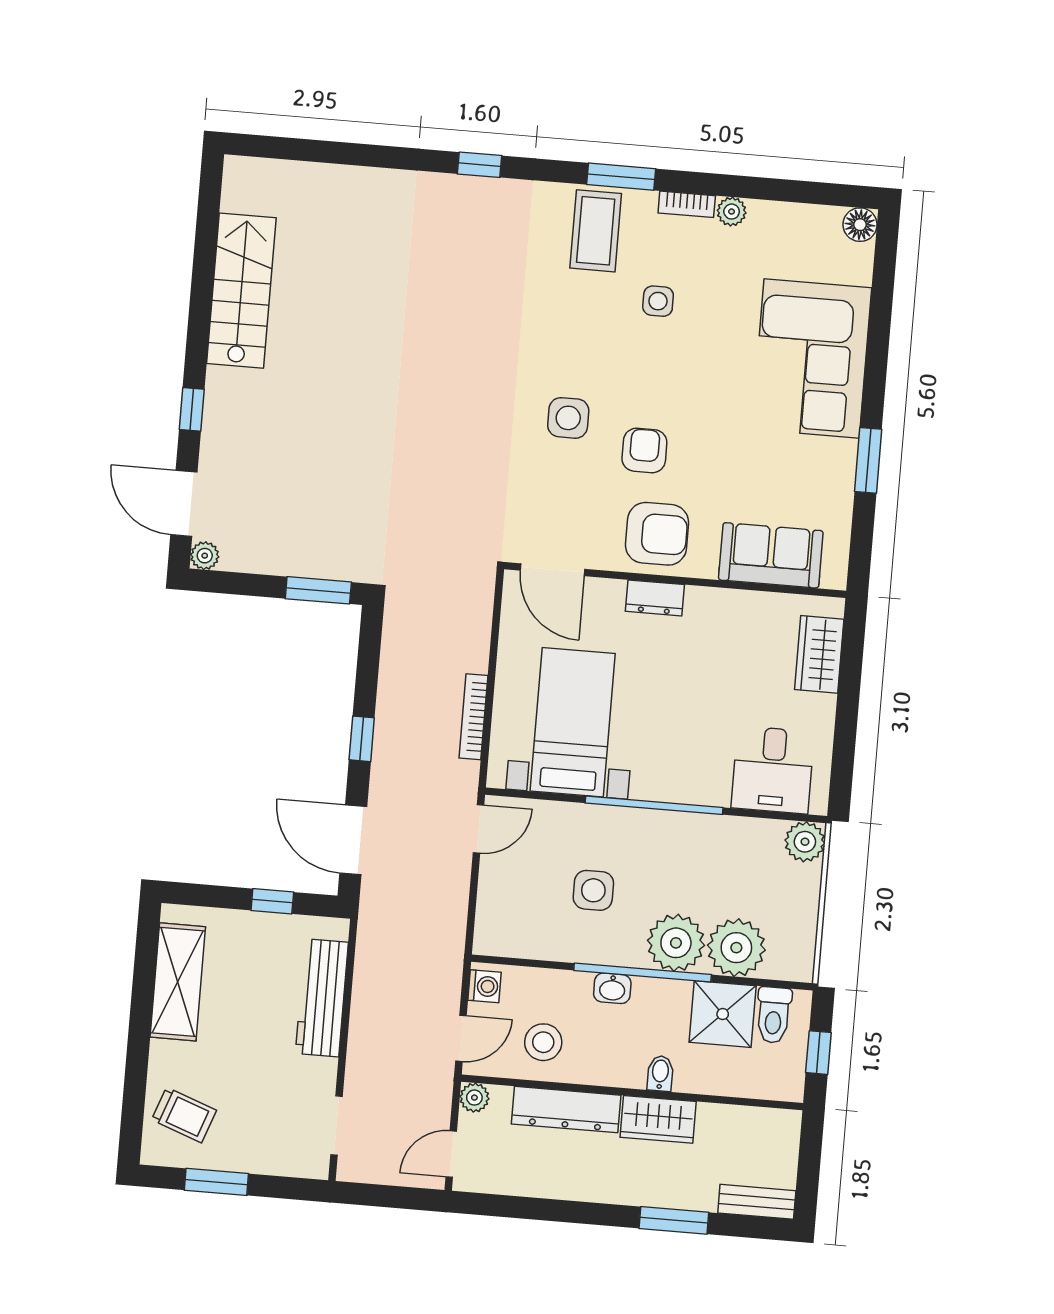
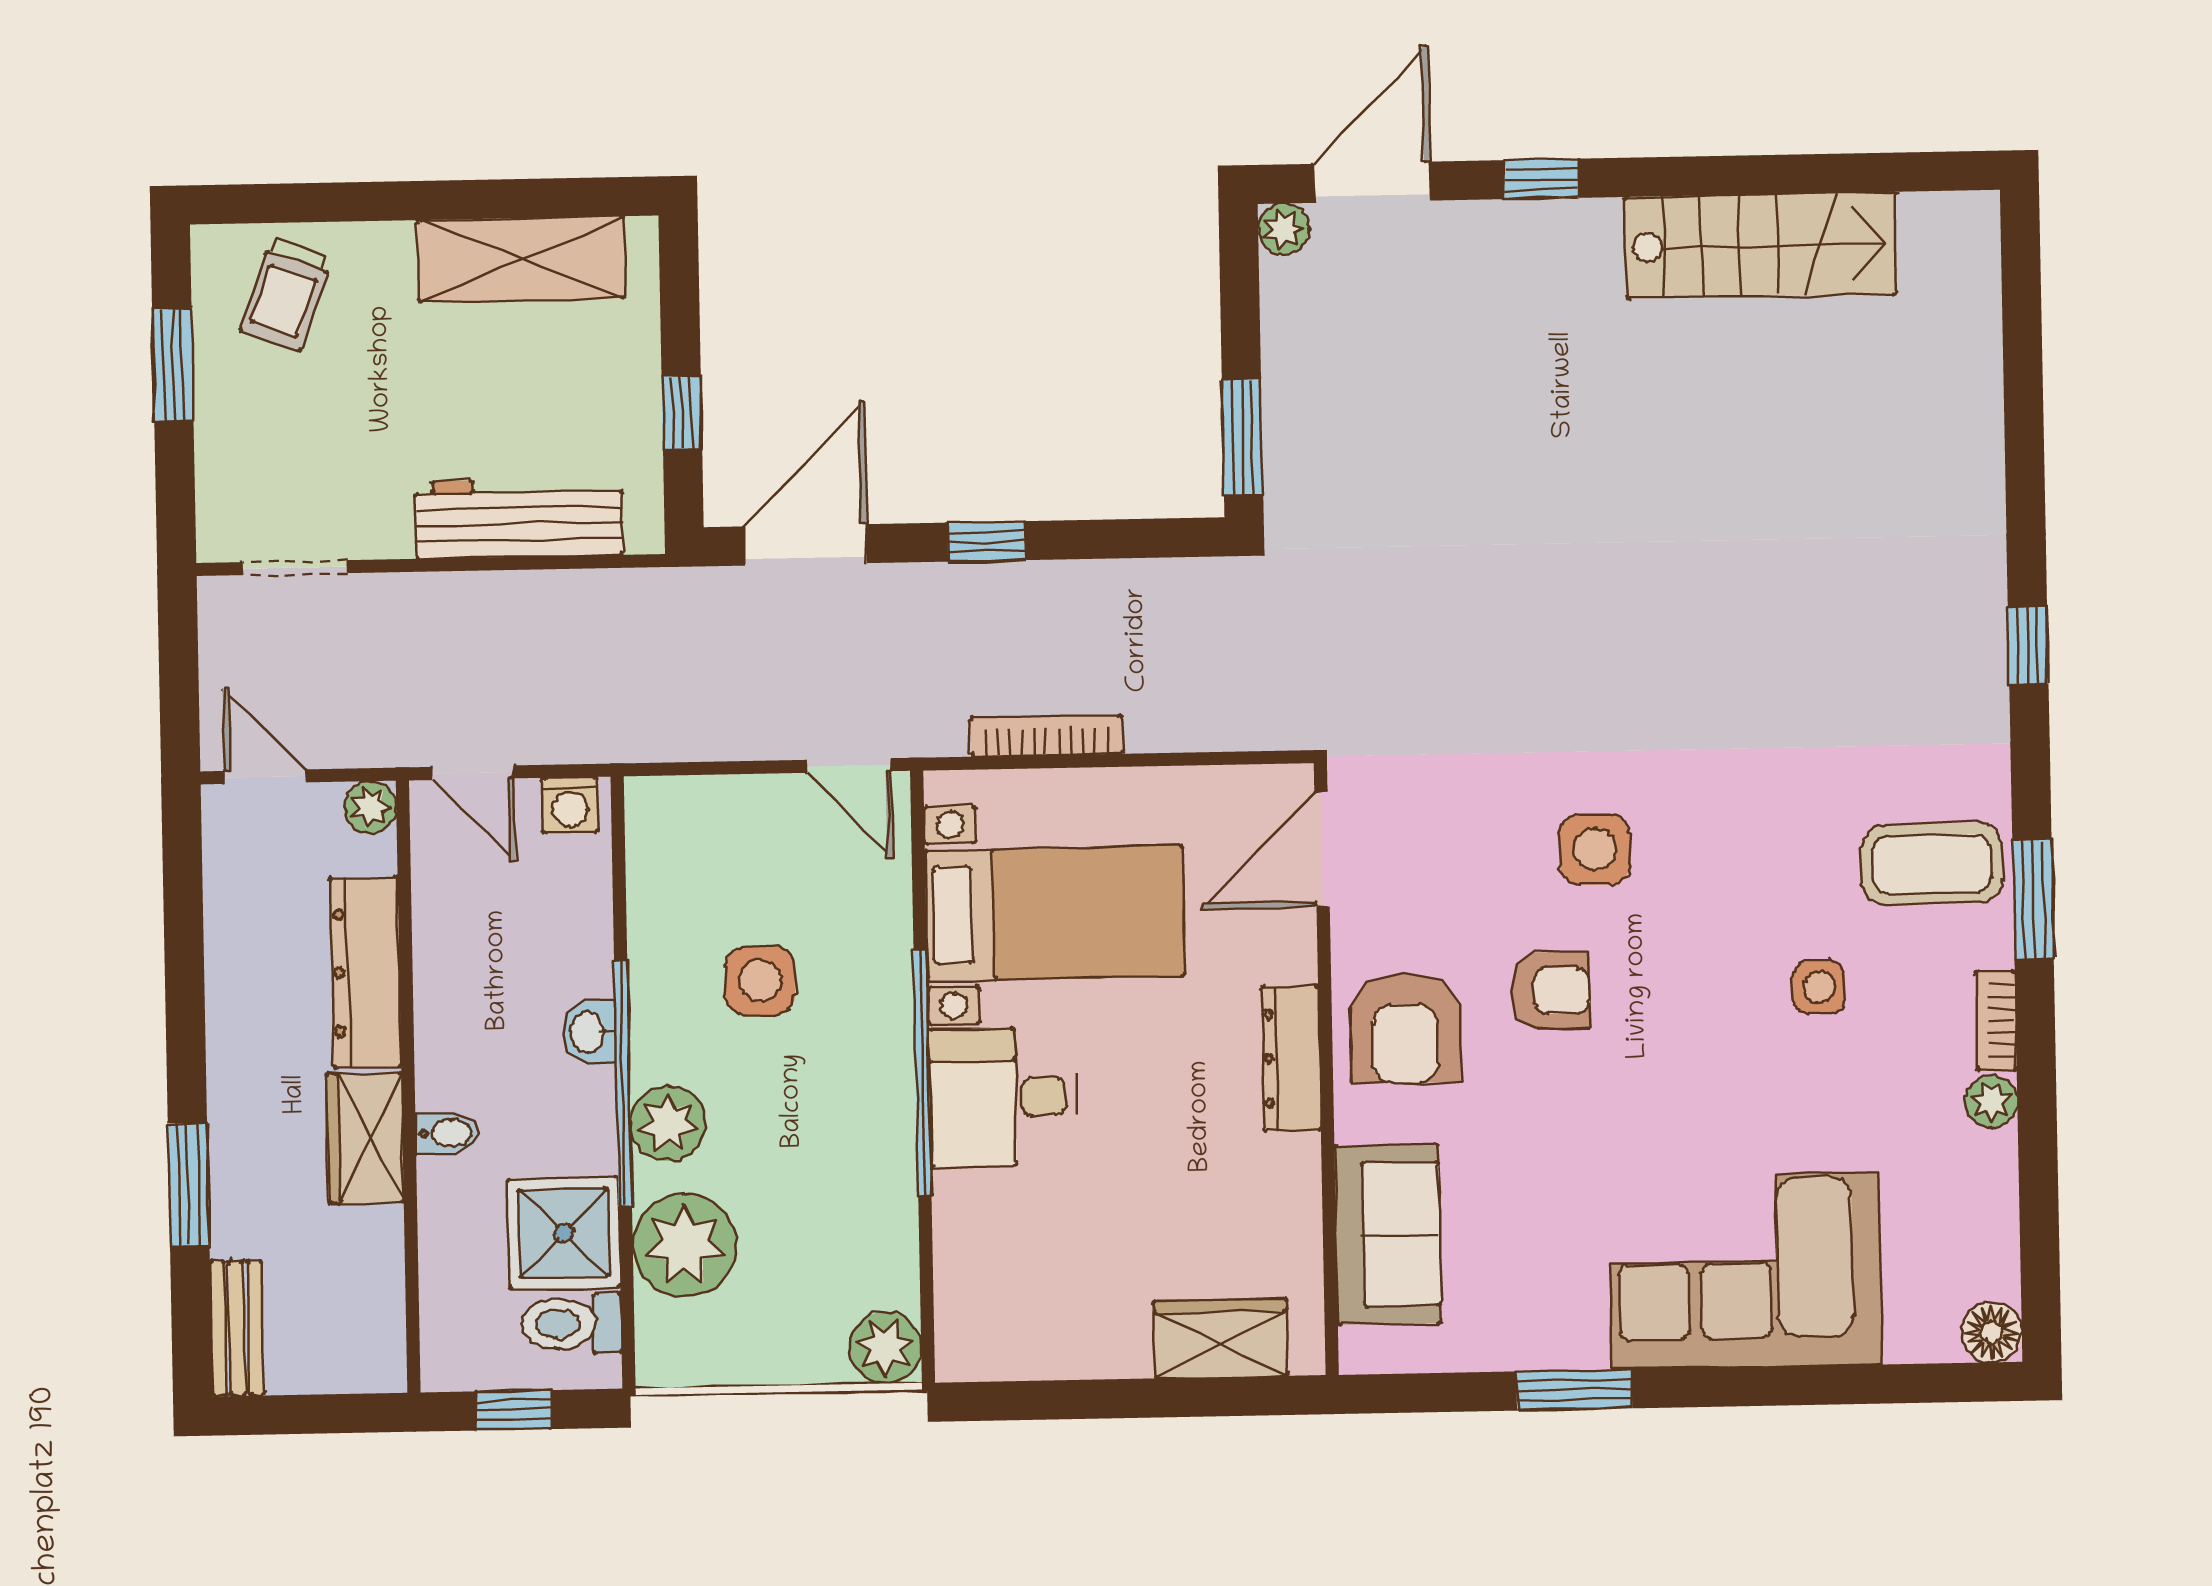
dresser: (655, 598) -> (1291, 1058), width x1.44
desk: (773, 770) -> (1004, 1097), moved
plant: (676, 943) -> (668, 1124), width x0.73, depth x0.73
stool: (543, 1042) -> (481, 920), removed

